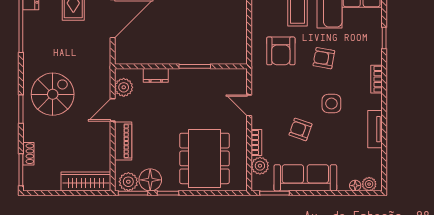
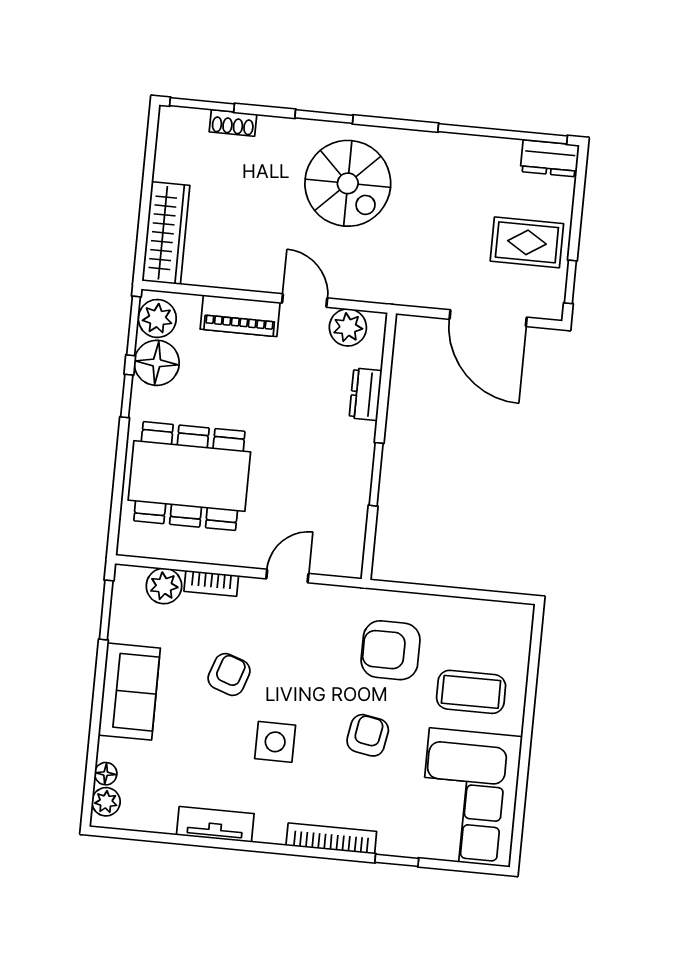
bookcase: (376, 79) -> (331, 839), width x1.56
sofa: (305, 178) -> (129, 692), width x0.73

